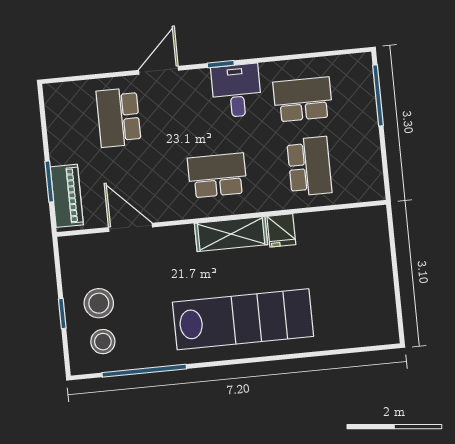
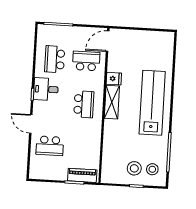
school desk: (217, 175) -> (84, 104), turned 180
door: (131, 227) -> (108, 41), moved

